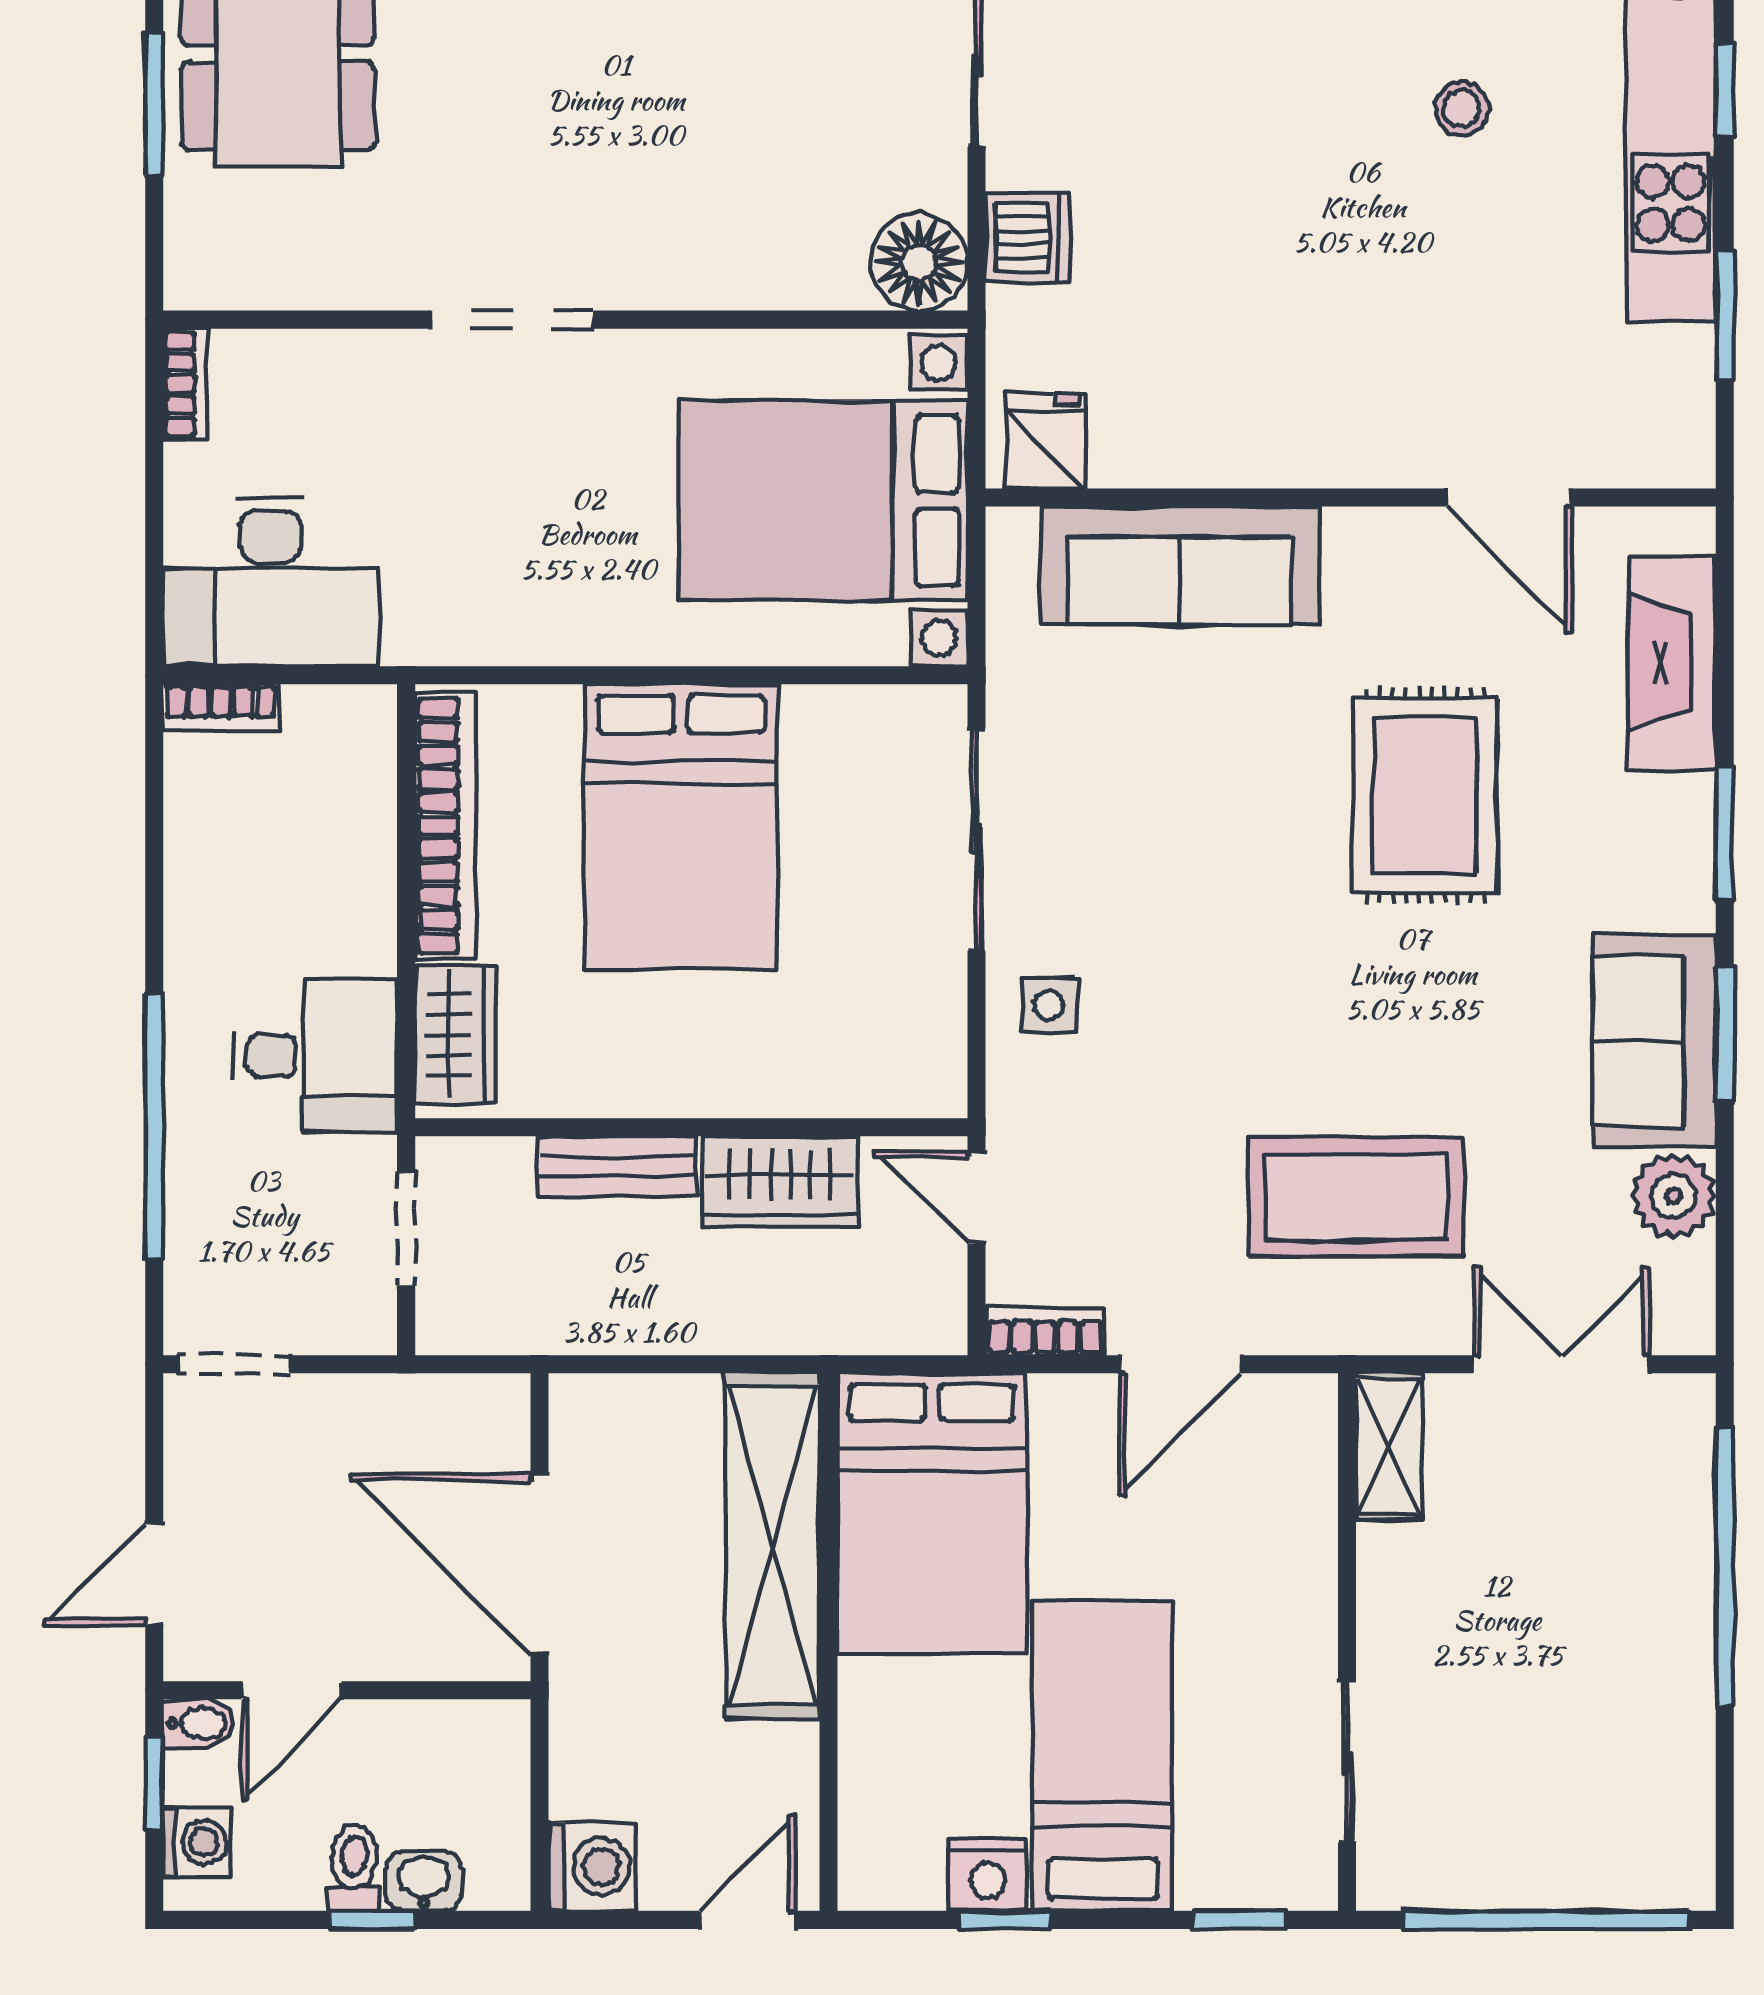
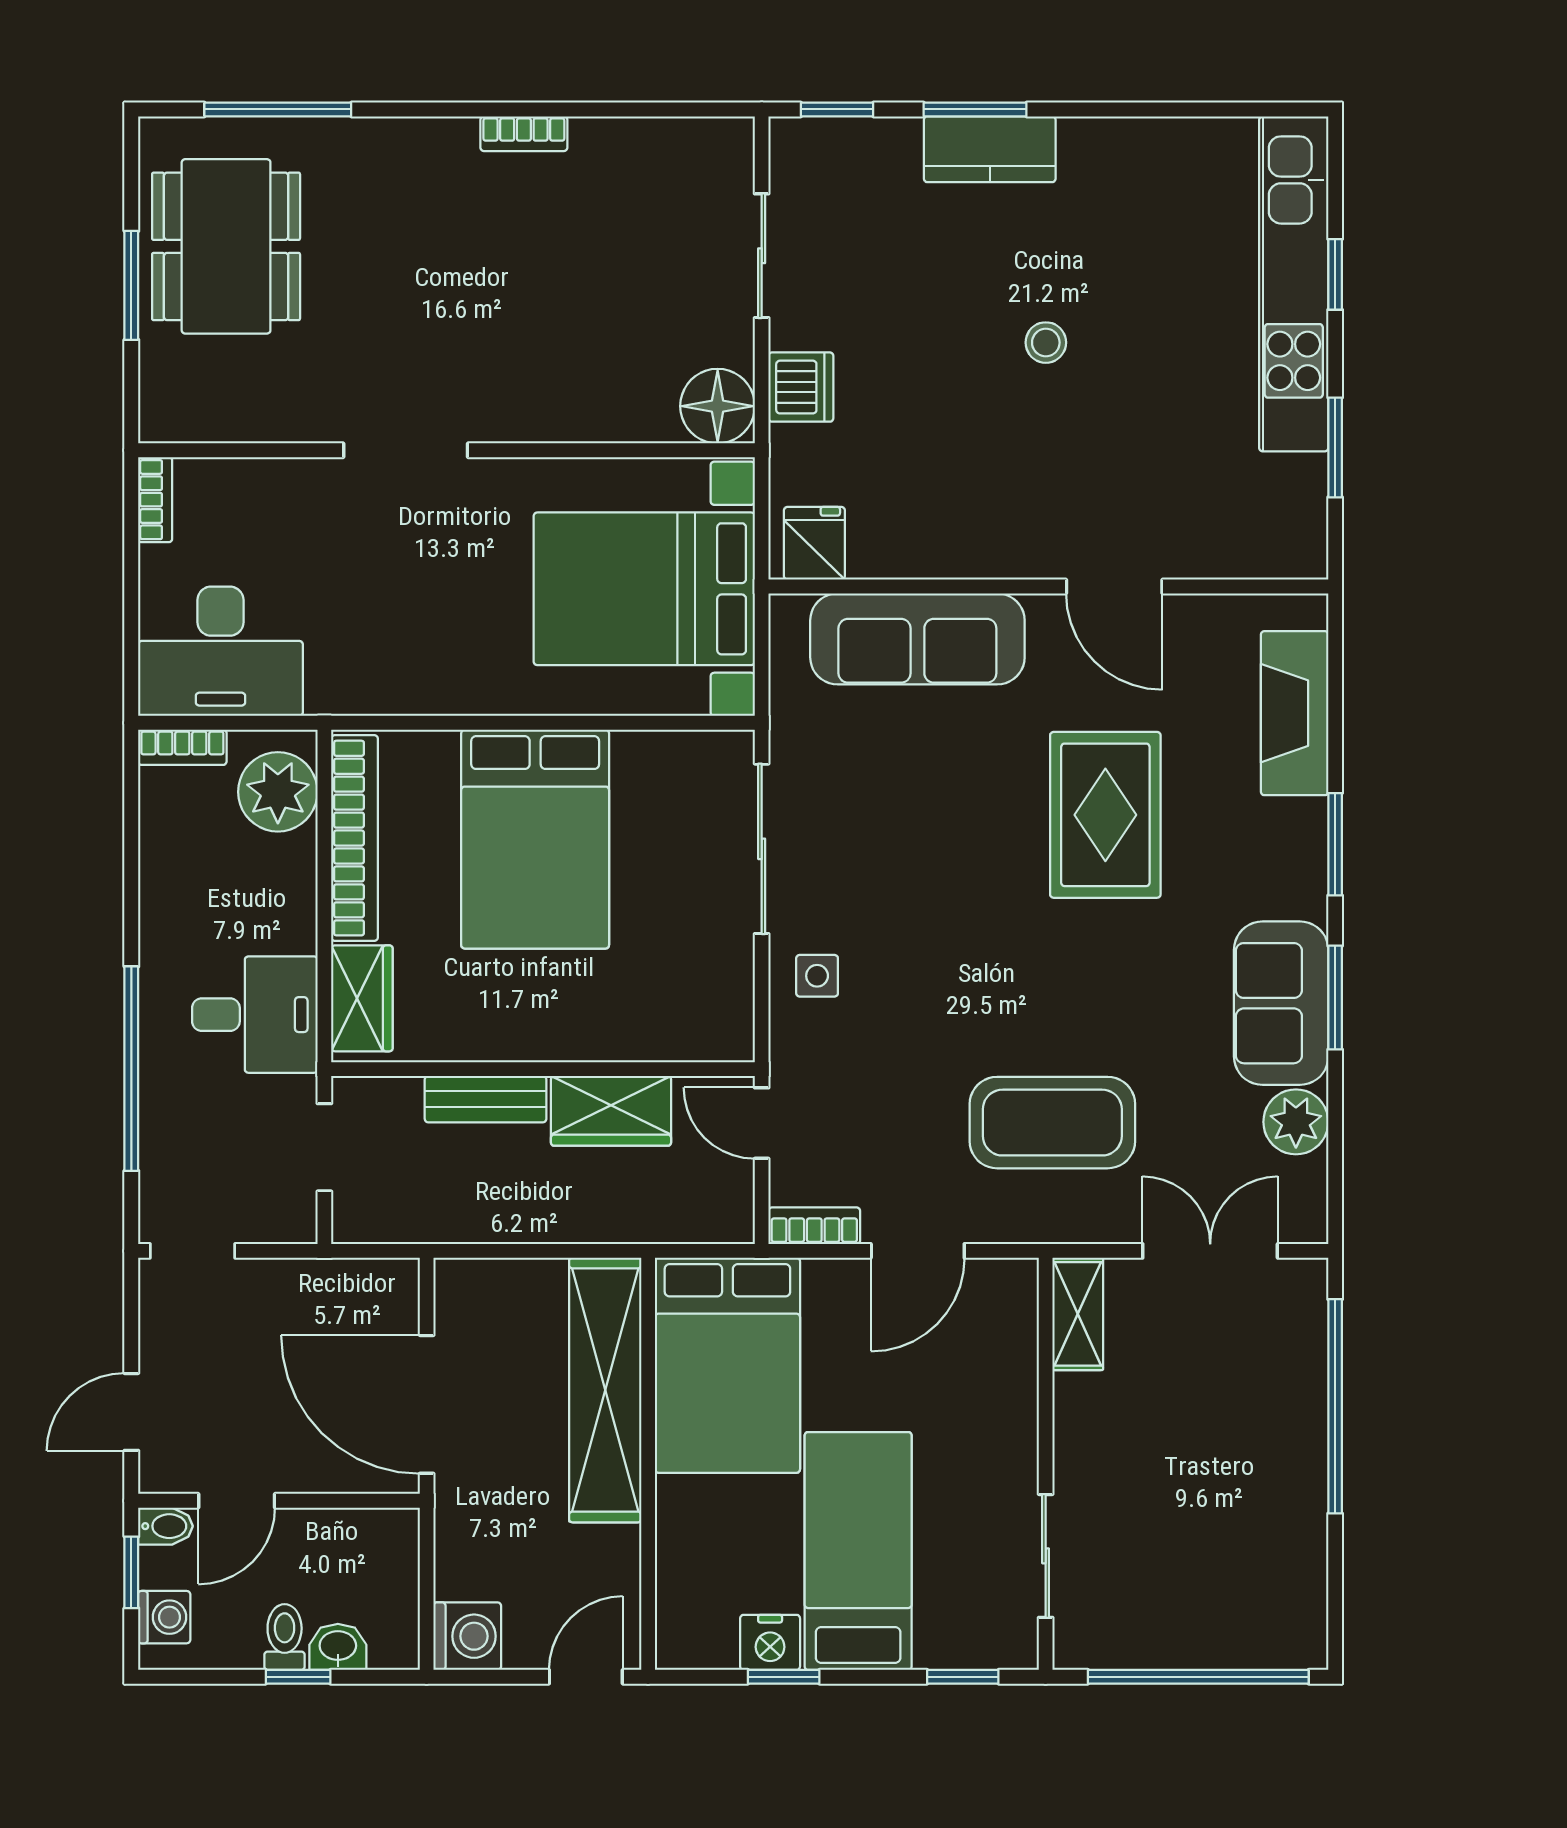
stool: (1462, 109) -> (1046, 343), moved
door: (1509, 497) -> (1114, 586), moved
plant: (345, 765) -> (278, 792), added

